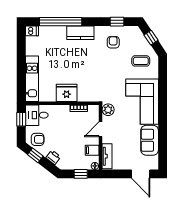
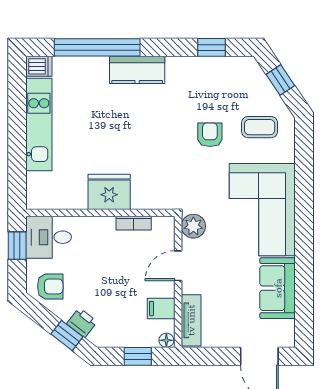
armchair: (113, 42) -> (210, 135), moved
kitchen unit: (32, 79) -> (39, 125), moved
window: (35, 155) -> (67, 335), moved

